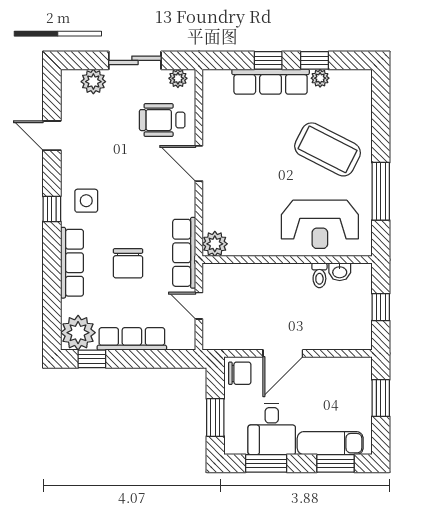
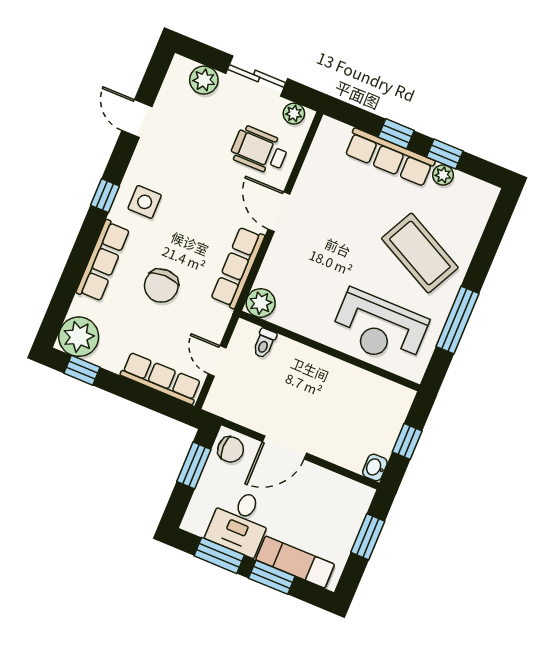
row of seats: (184, 253) -> (238, 267), moved
washbasin: (340, 272) -> (375, 467), moved, turned 90
toilet: (319, 275) -> (264, 343), moved
row of seats: (132, 339) -> (161, 378), moved
window: (215, 417) -> (194, 465), moved
window: (336, 463) -> (272, 577), moved

